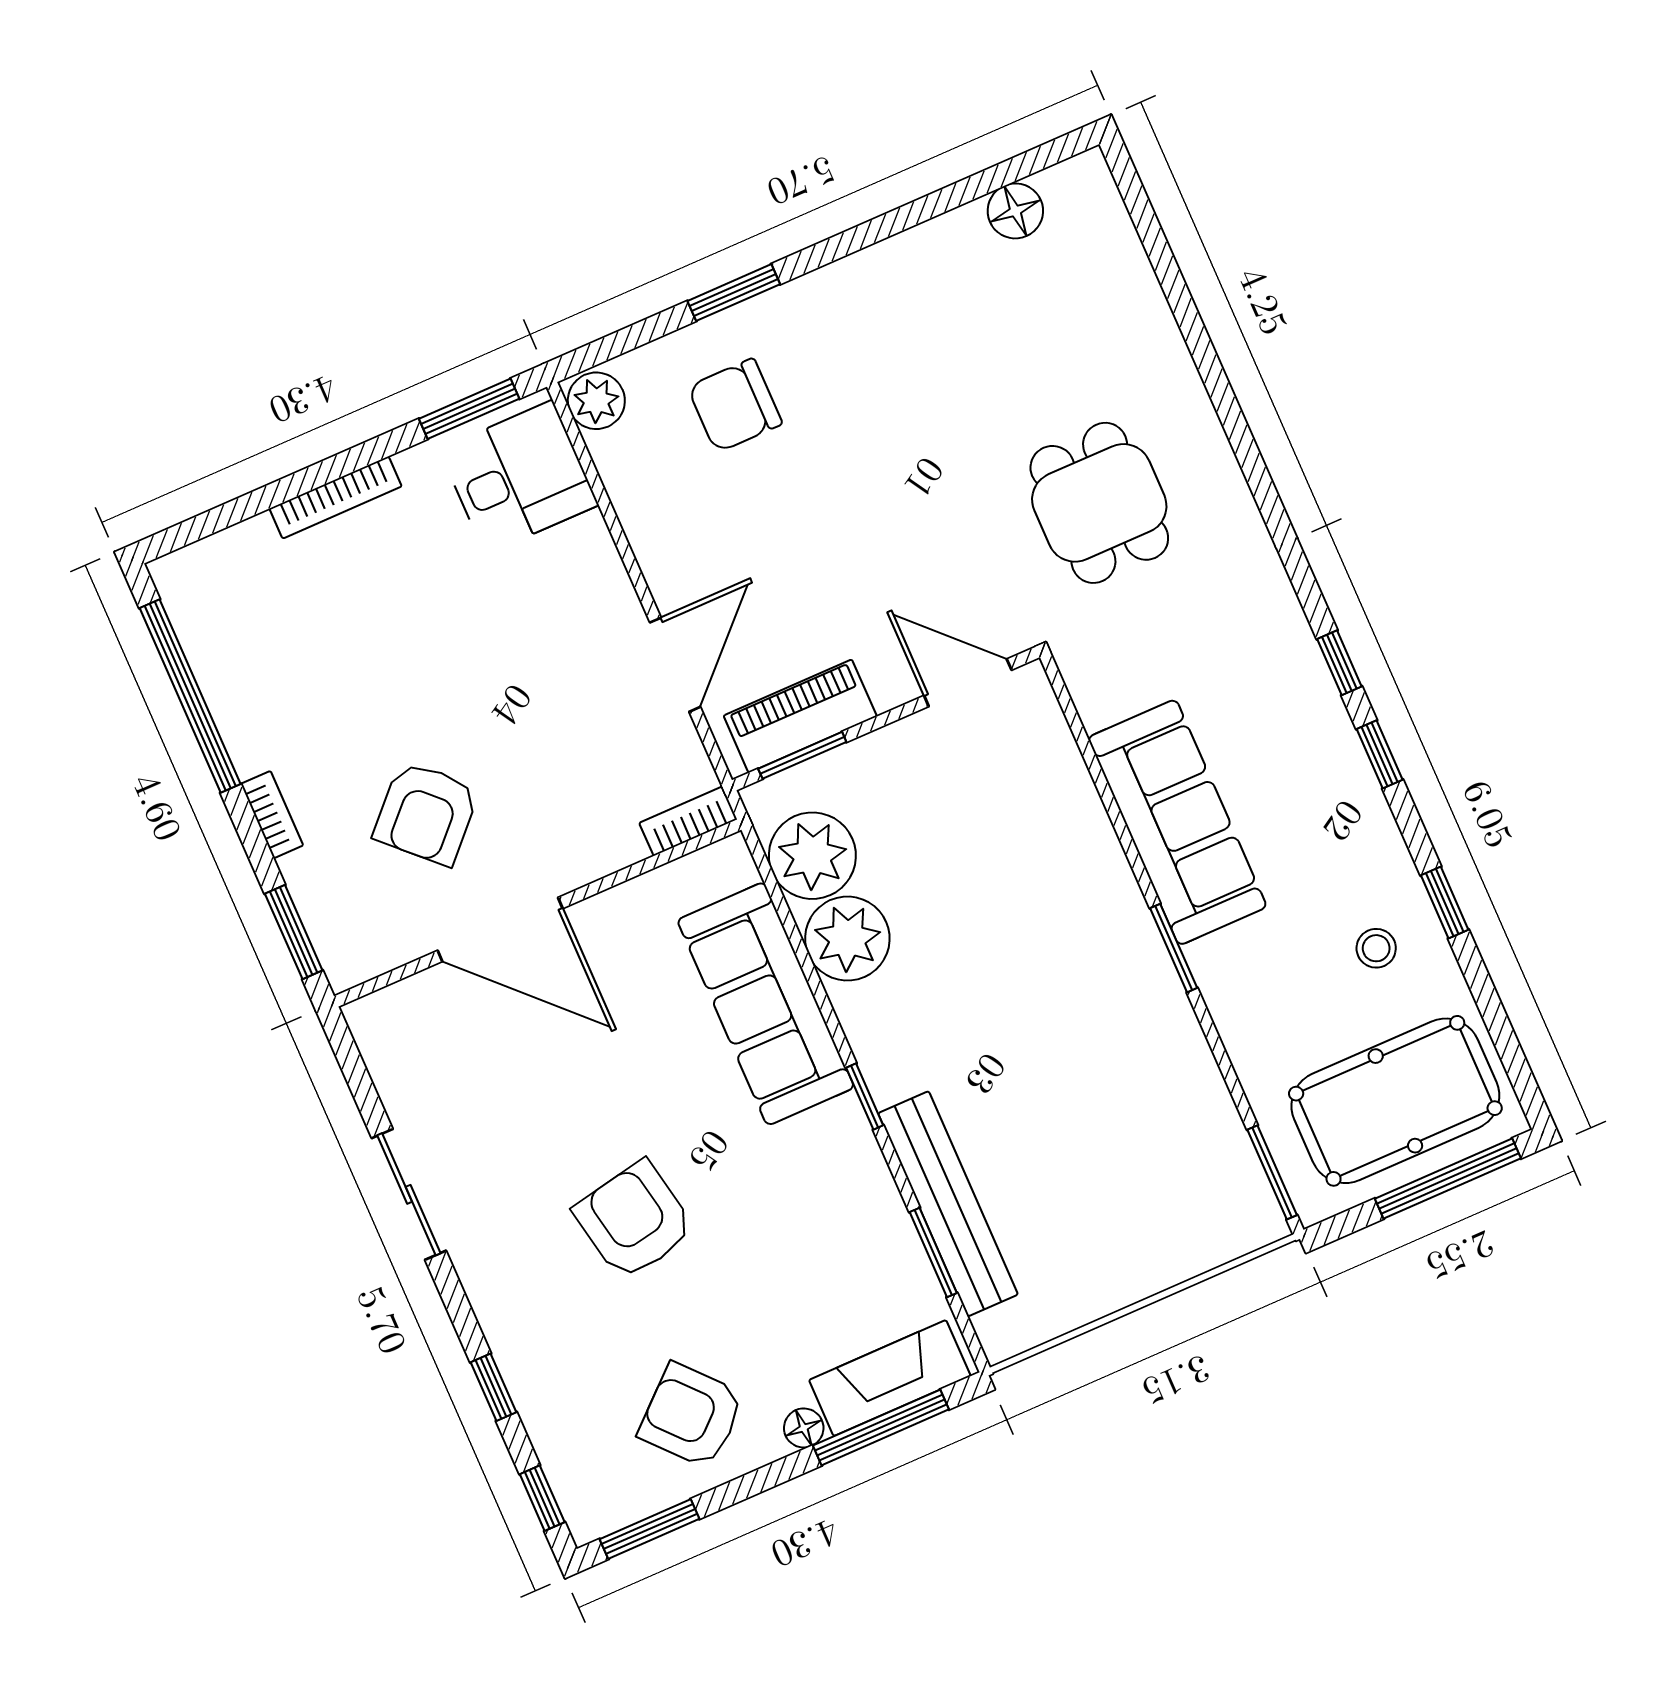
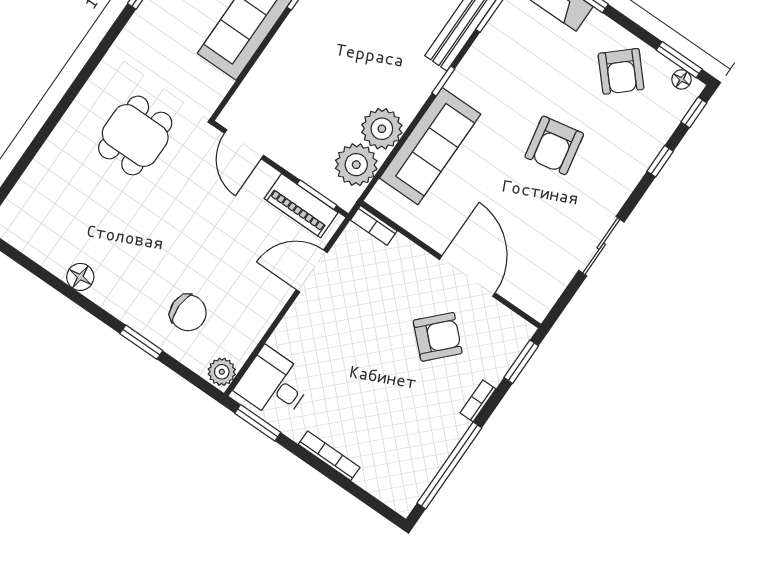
floor lamp: (1015, 211) -> (80, 277), moved
floor lamp: (804, 1428) -> (682, 79), moved

